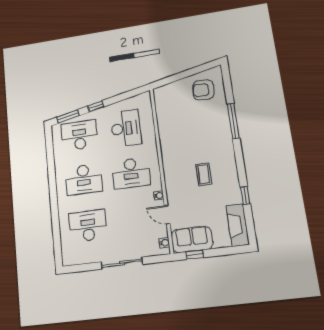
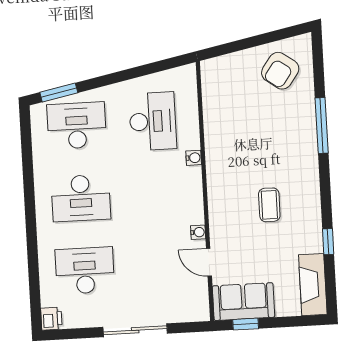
armchair: (203, 90) -> (280, 71), turned -57
window: (96, 106) -> (106, 80), removed
desk: (131, 173) -> (157, 194), removed
water cooler: (164, 243) -> (194, 158), moved
printer: (68, 258) -> (51, 319), added

